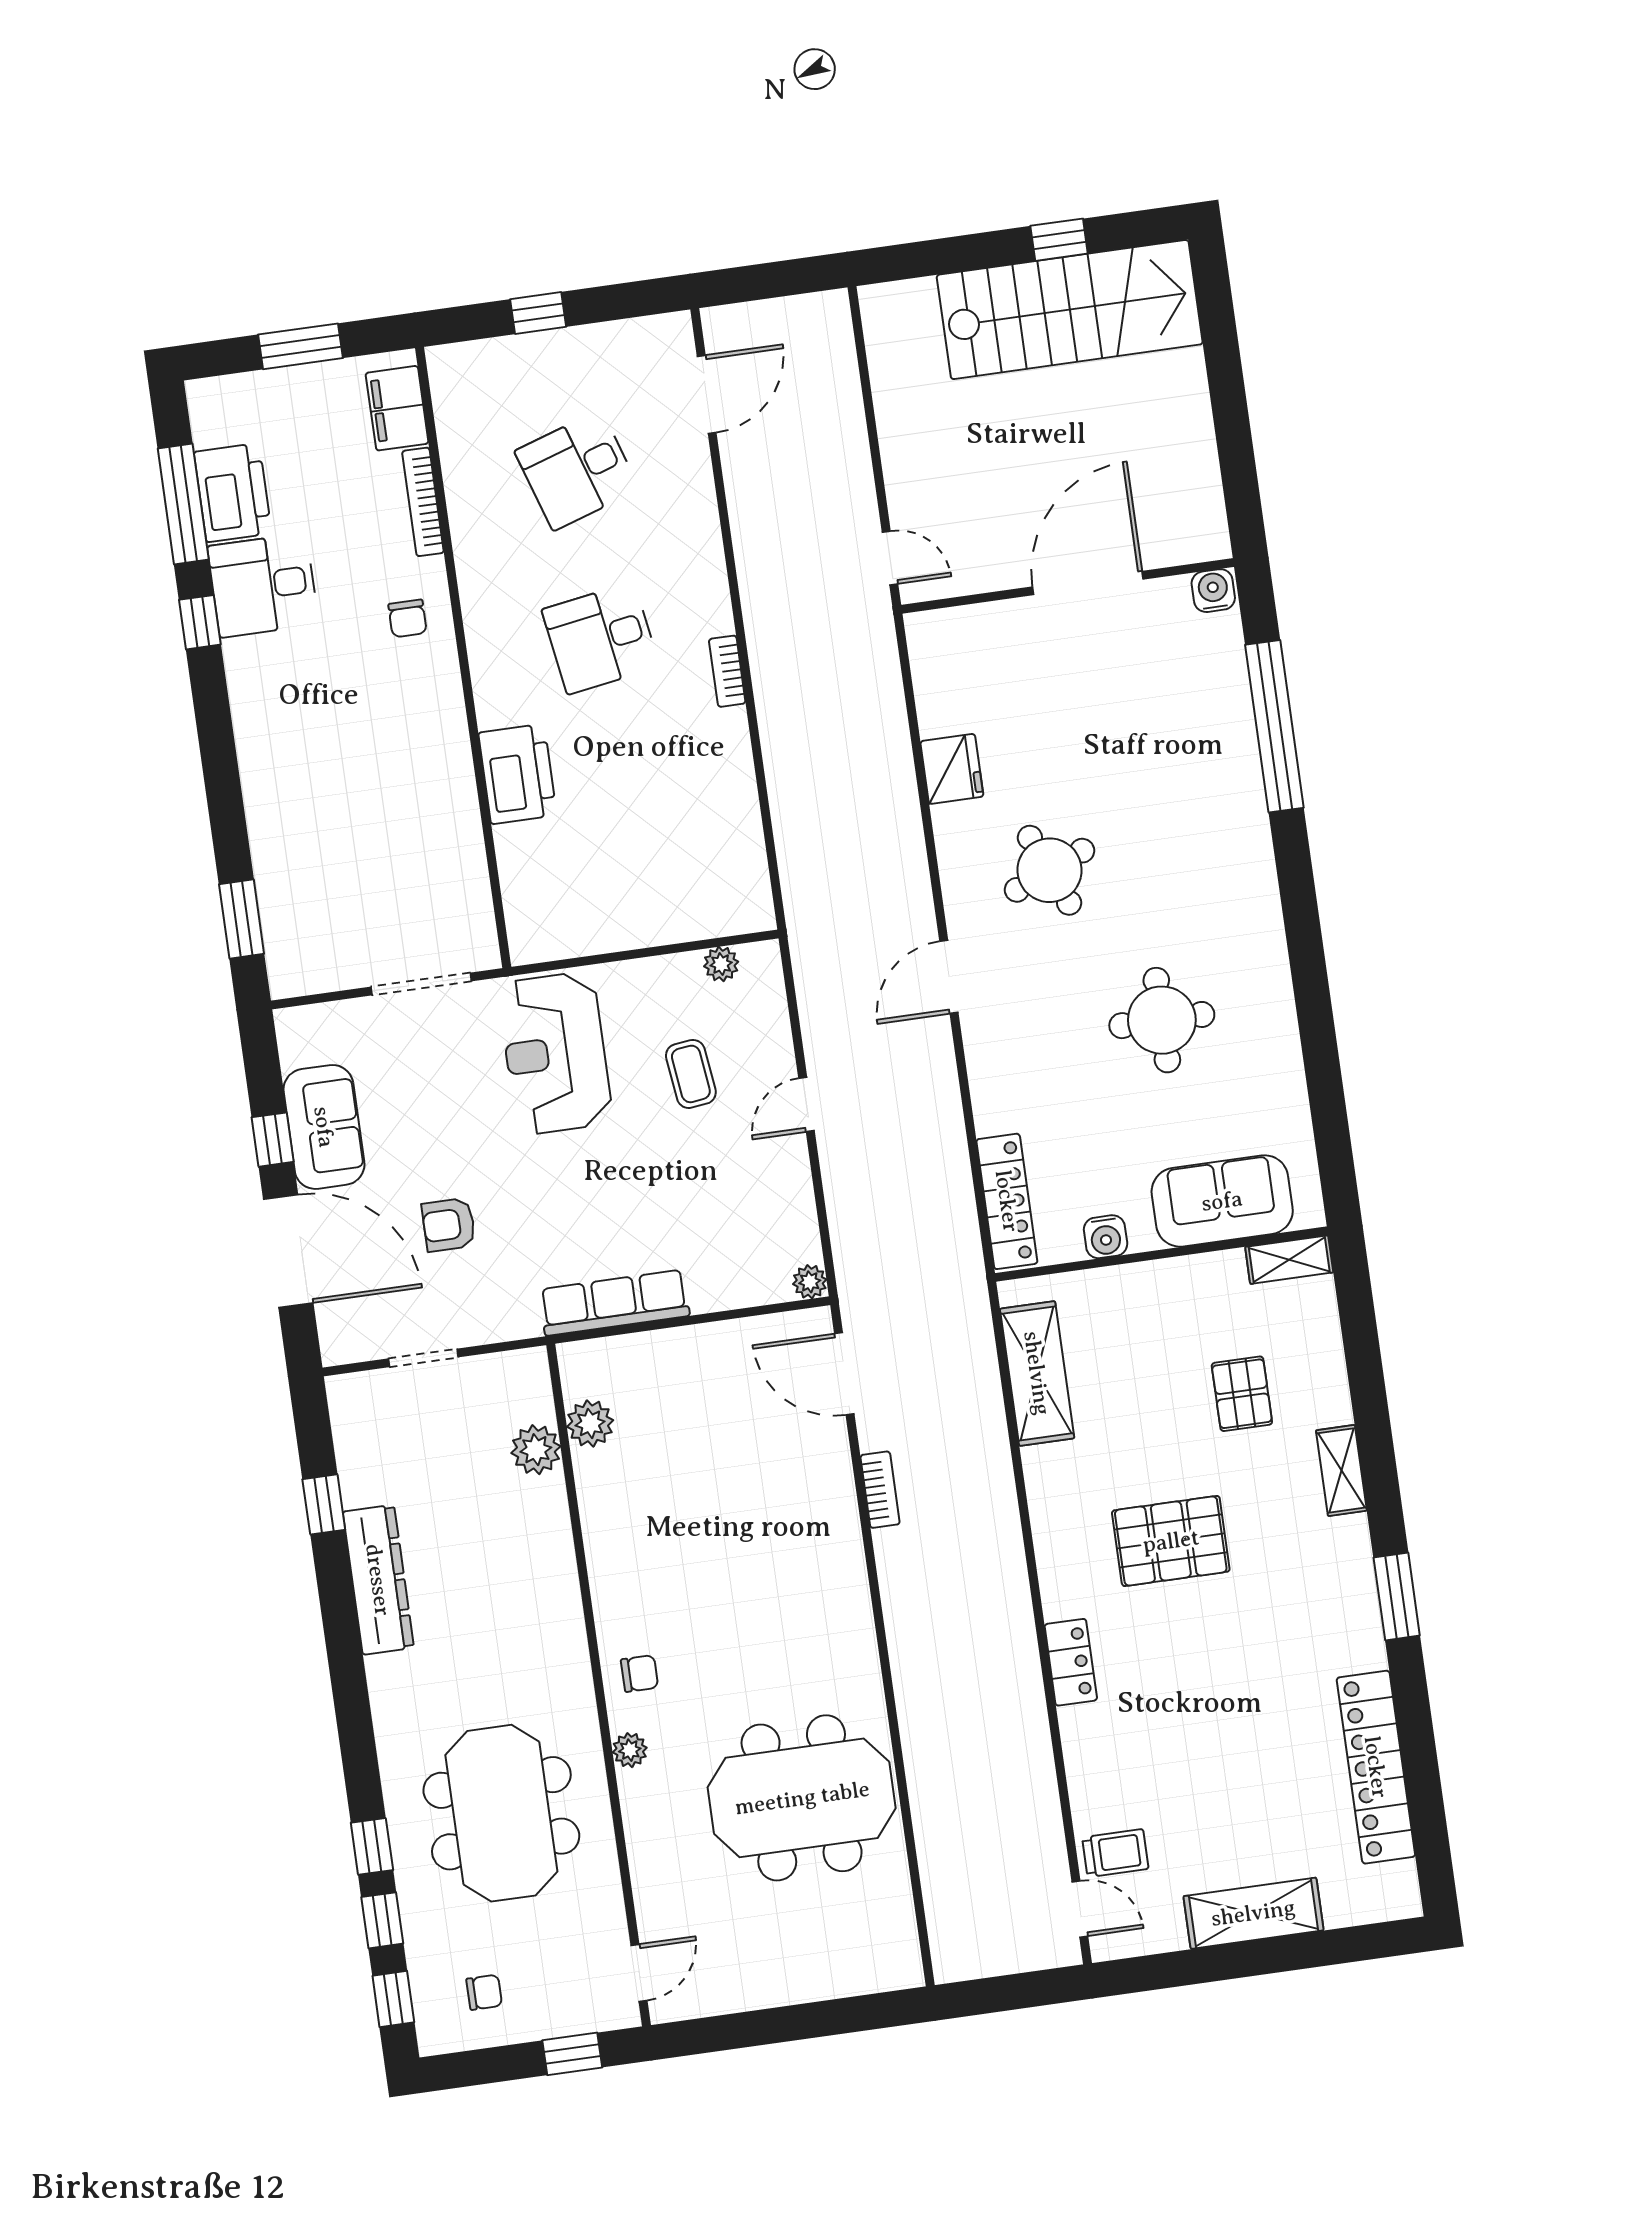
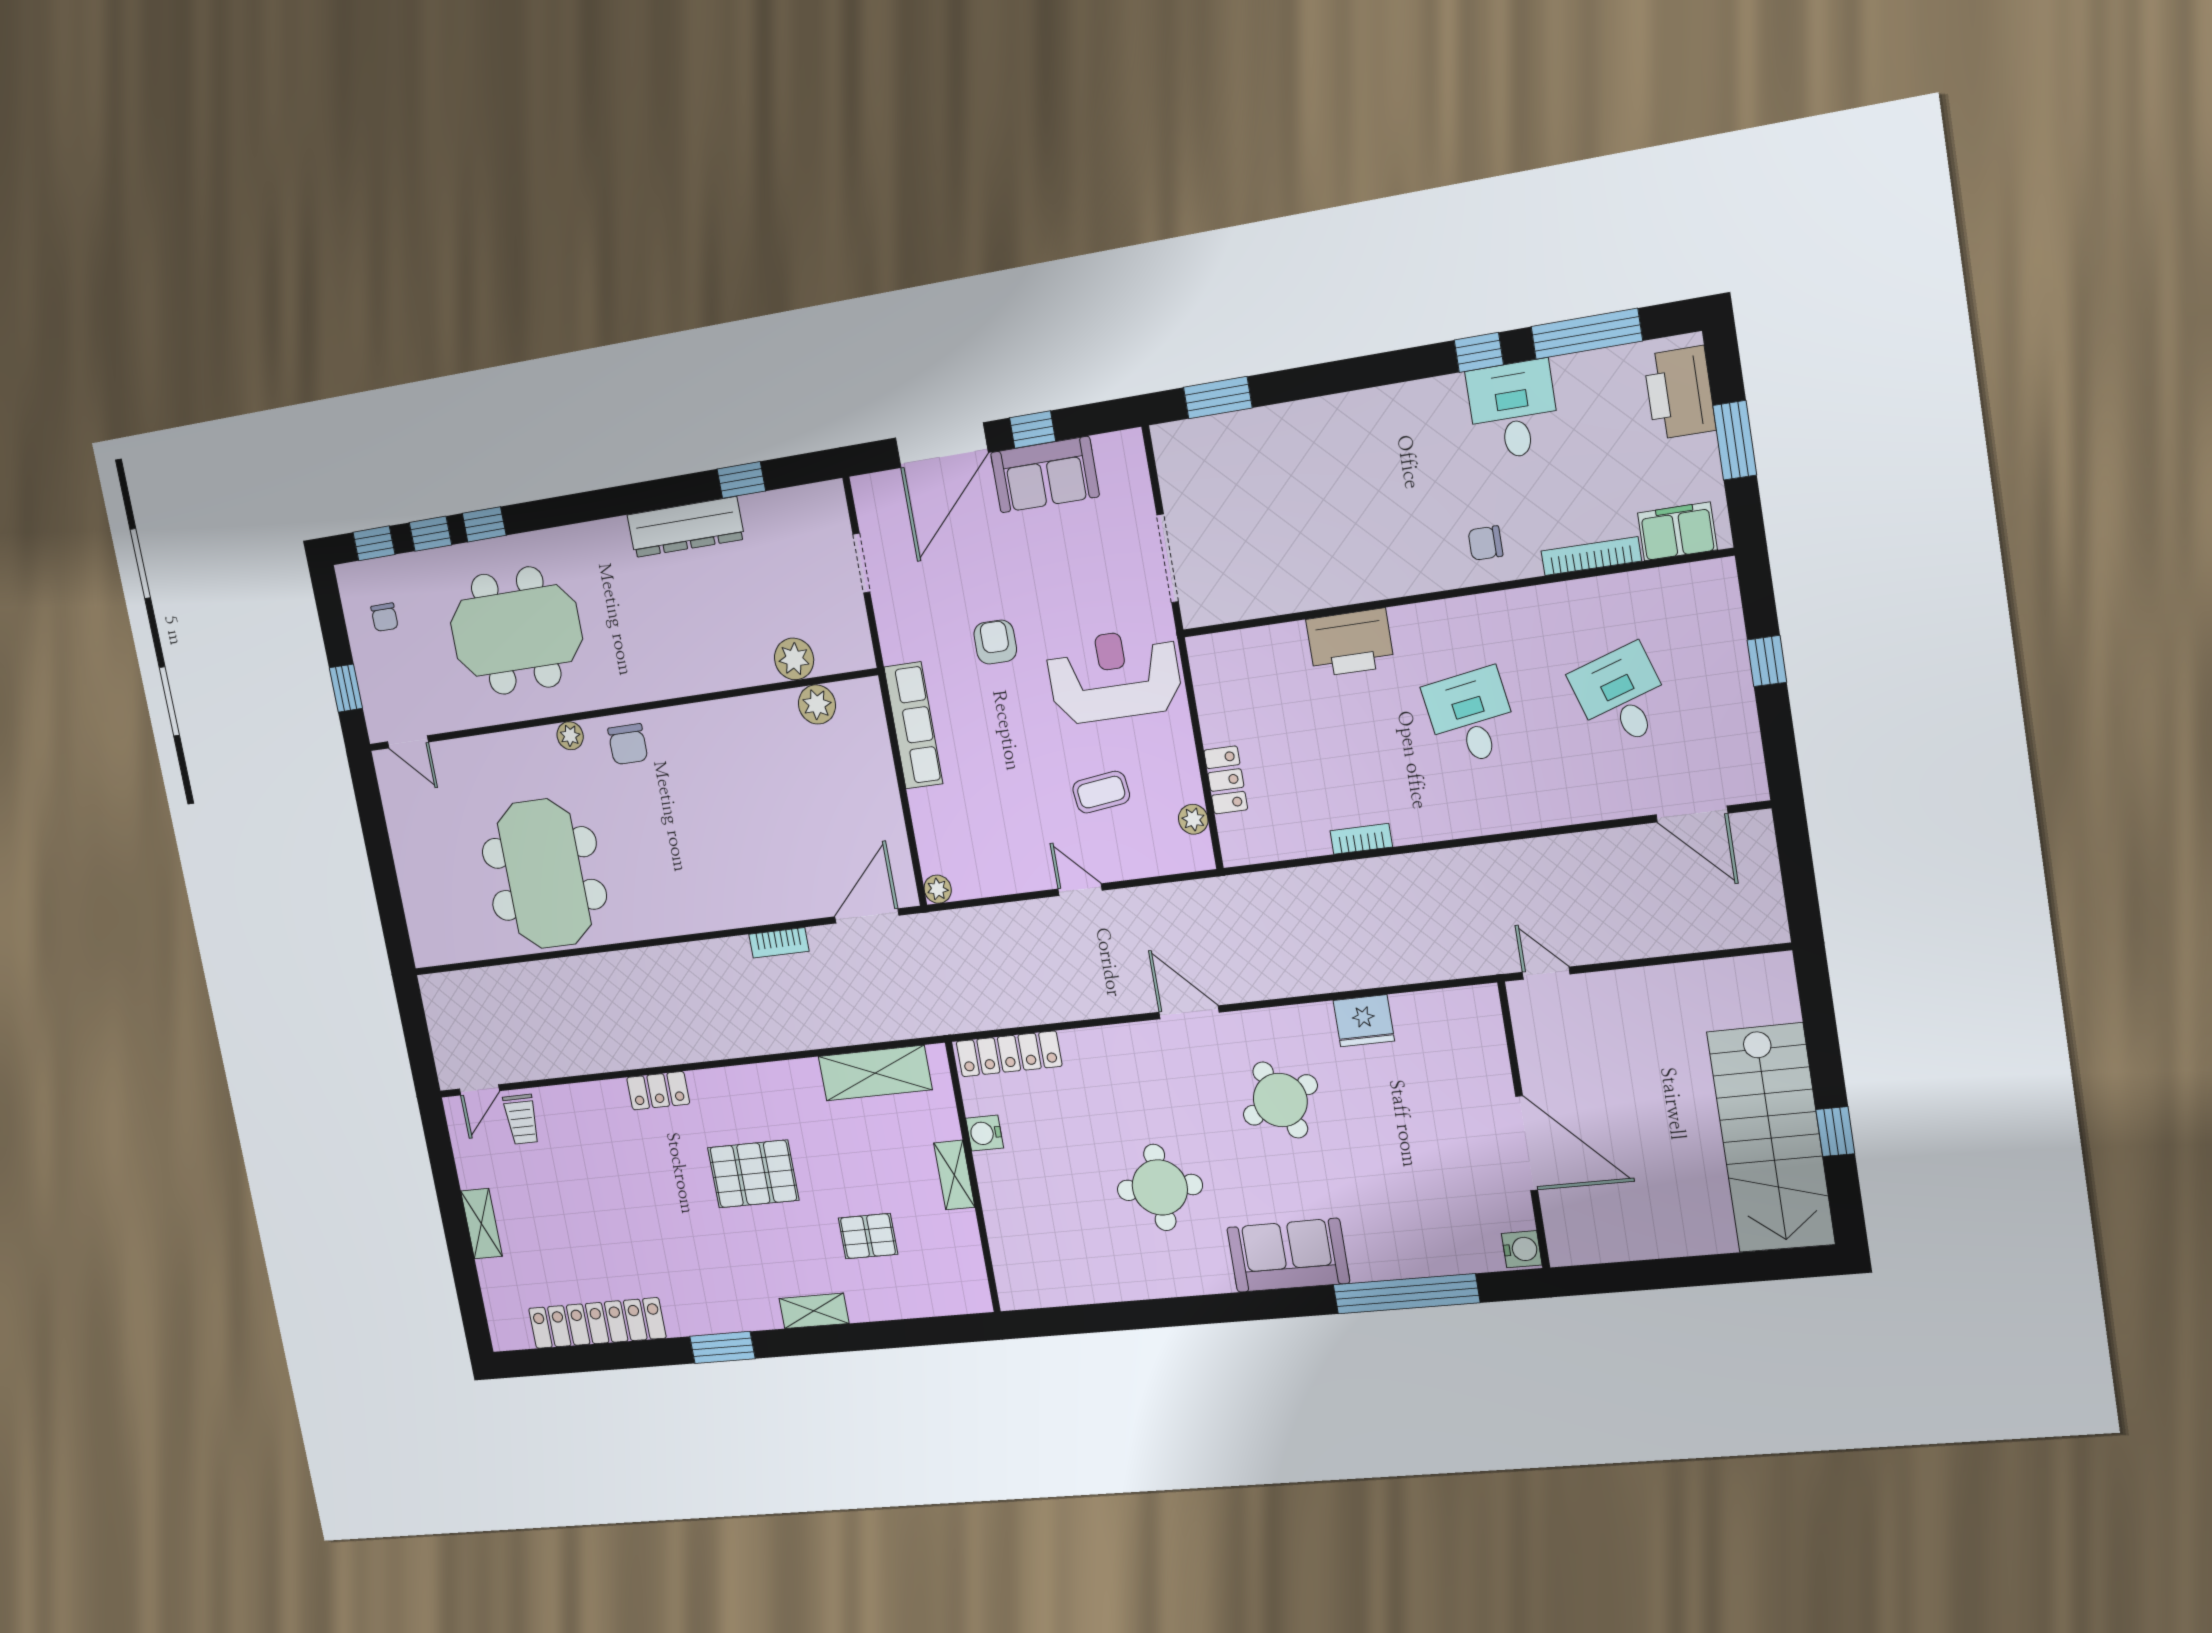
printer: (233, 493) -> (1680, 393), moved, turned 90
door: (890, 558) -> (1546, 973), swing flipped
bookcase: (727, 671) -> (1361, 839), moved
locker: (675, 924) -> (1226, 780), added
sofa: (1222, 1201) -> (1288, 1255), moved, turned -90
armchair: (449, 1225) -> (995, 642), moved
shelving: (1289, 1260) -> (954, 1175), moved
pallet: (1171, 1541) -> (753, 1174), turned 90
chair: (640, 1673) -> (628, 744), width x1.37, depth x1.37
shelving: (1253, 1913) -> (482, 1224), width x0.67, depth x0.75

